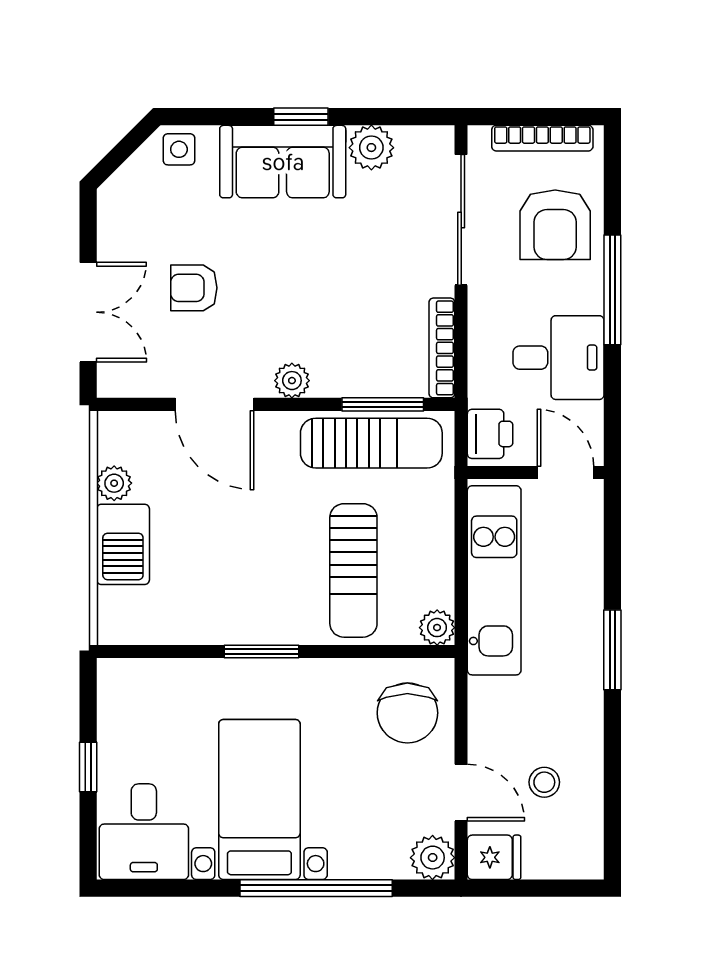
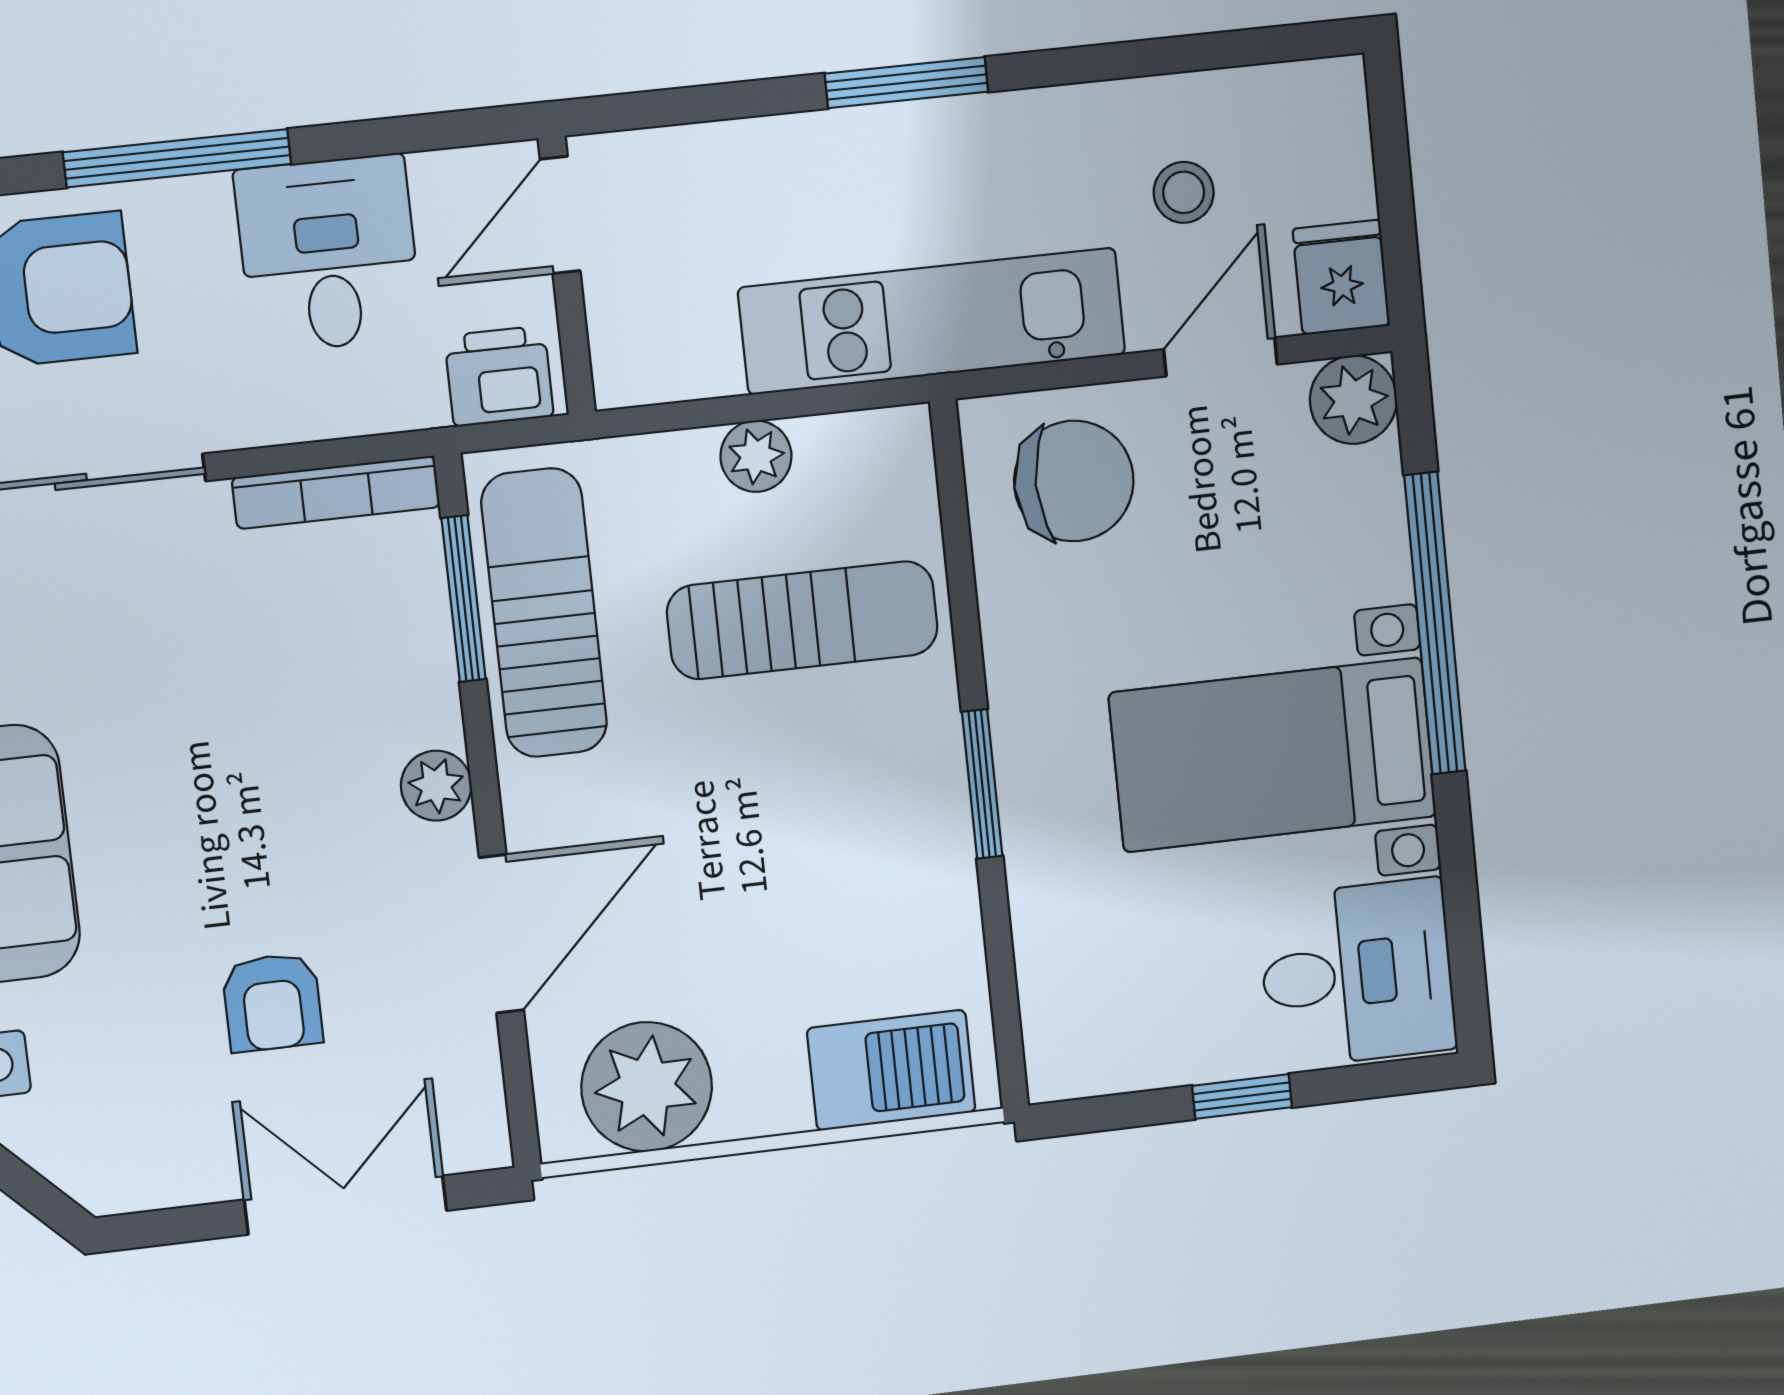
plant: (114, 483) -> (647, 1087), width x1.87, depth x1.87
barbecue: (123, 544) -> (891, 1070), moved
kitchen unit: (494, 580) -> (932, 321), moved
plant: (437, 628) -> (756, 456), moved

